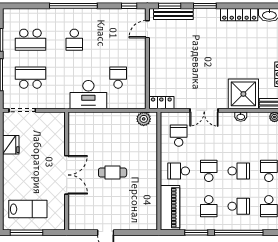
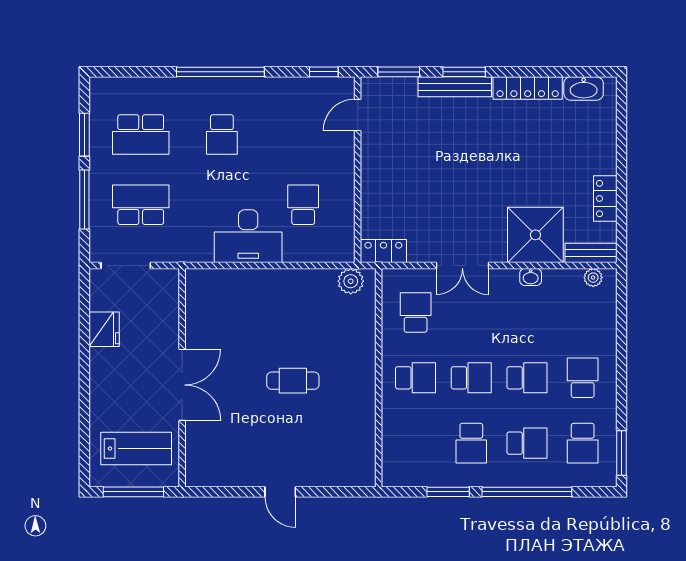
bench: (173, 14) -> (455, 87), moved
wall: (67, 171) -> (182, 378), moved
school desk: (179, 171) -> (416, 378), turned 180
school desk: (209, 171) -> (471, 378), turned 90
double door: (67, 175) -> (182, 385), moved
piano: (170, 208) -> (399, 446), removed

